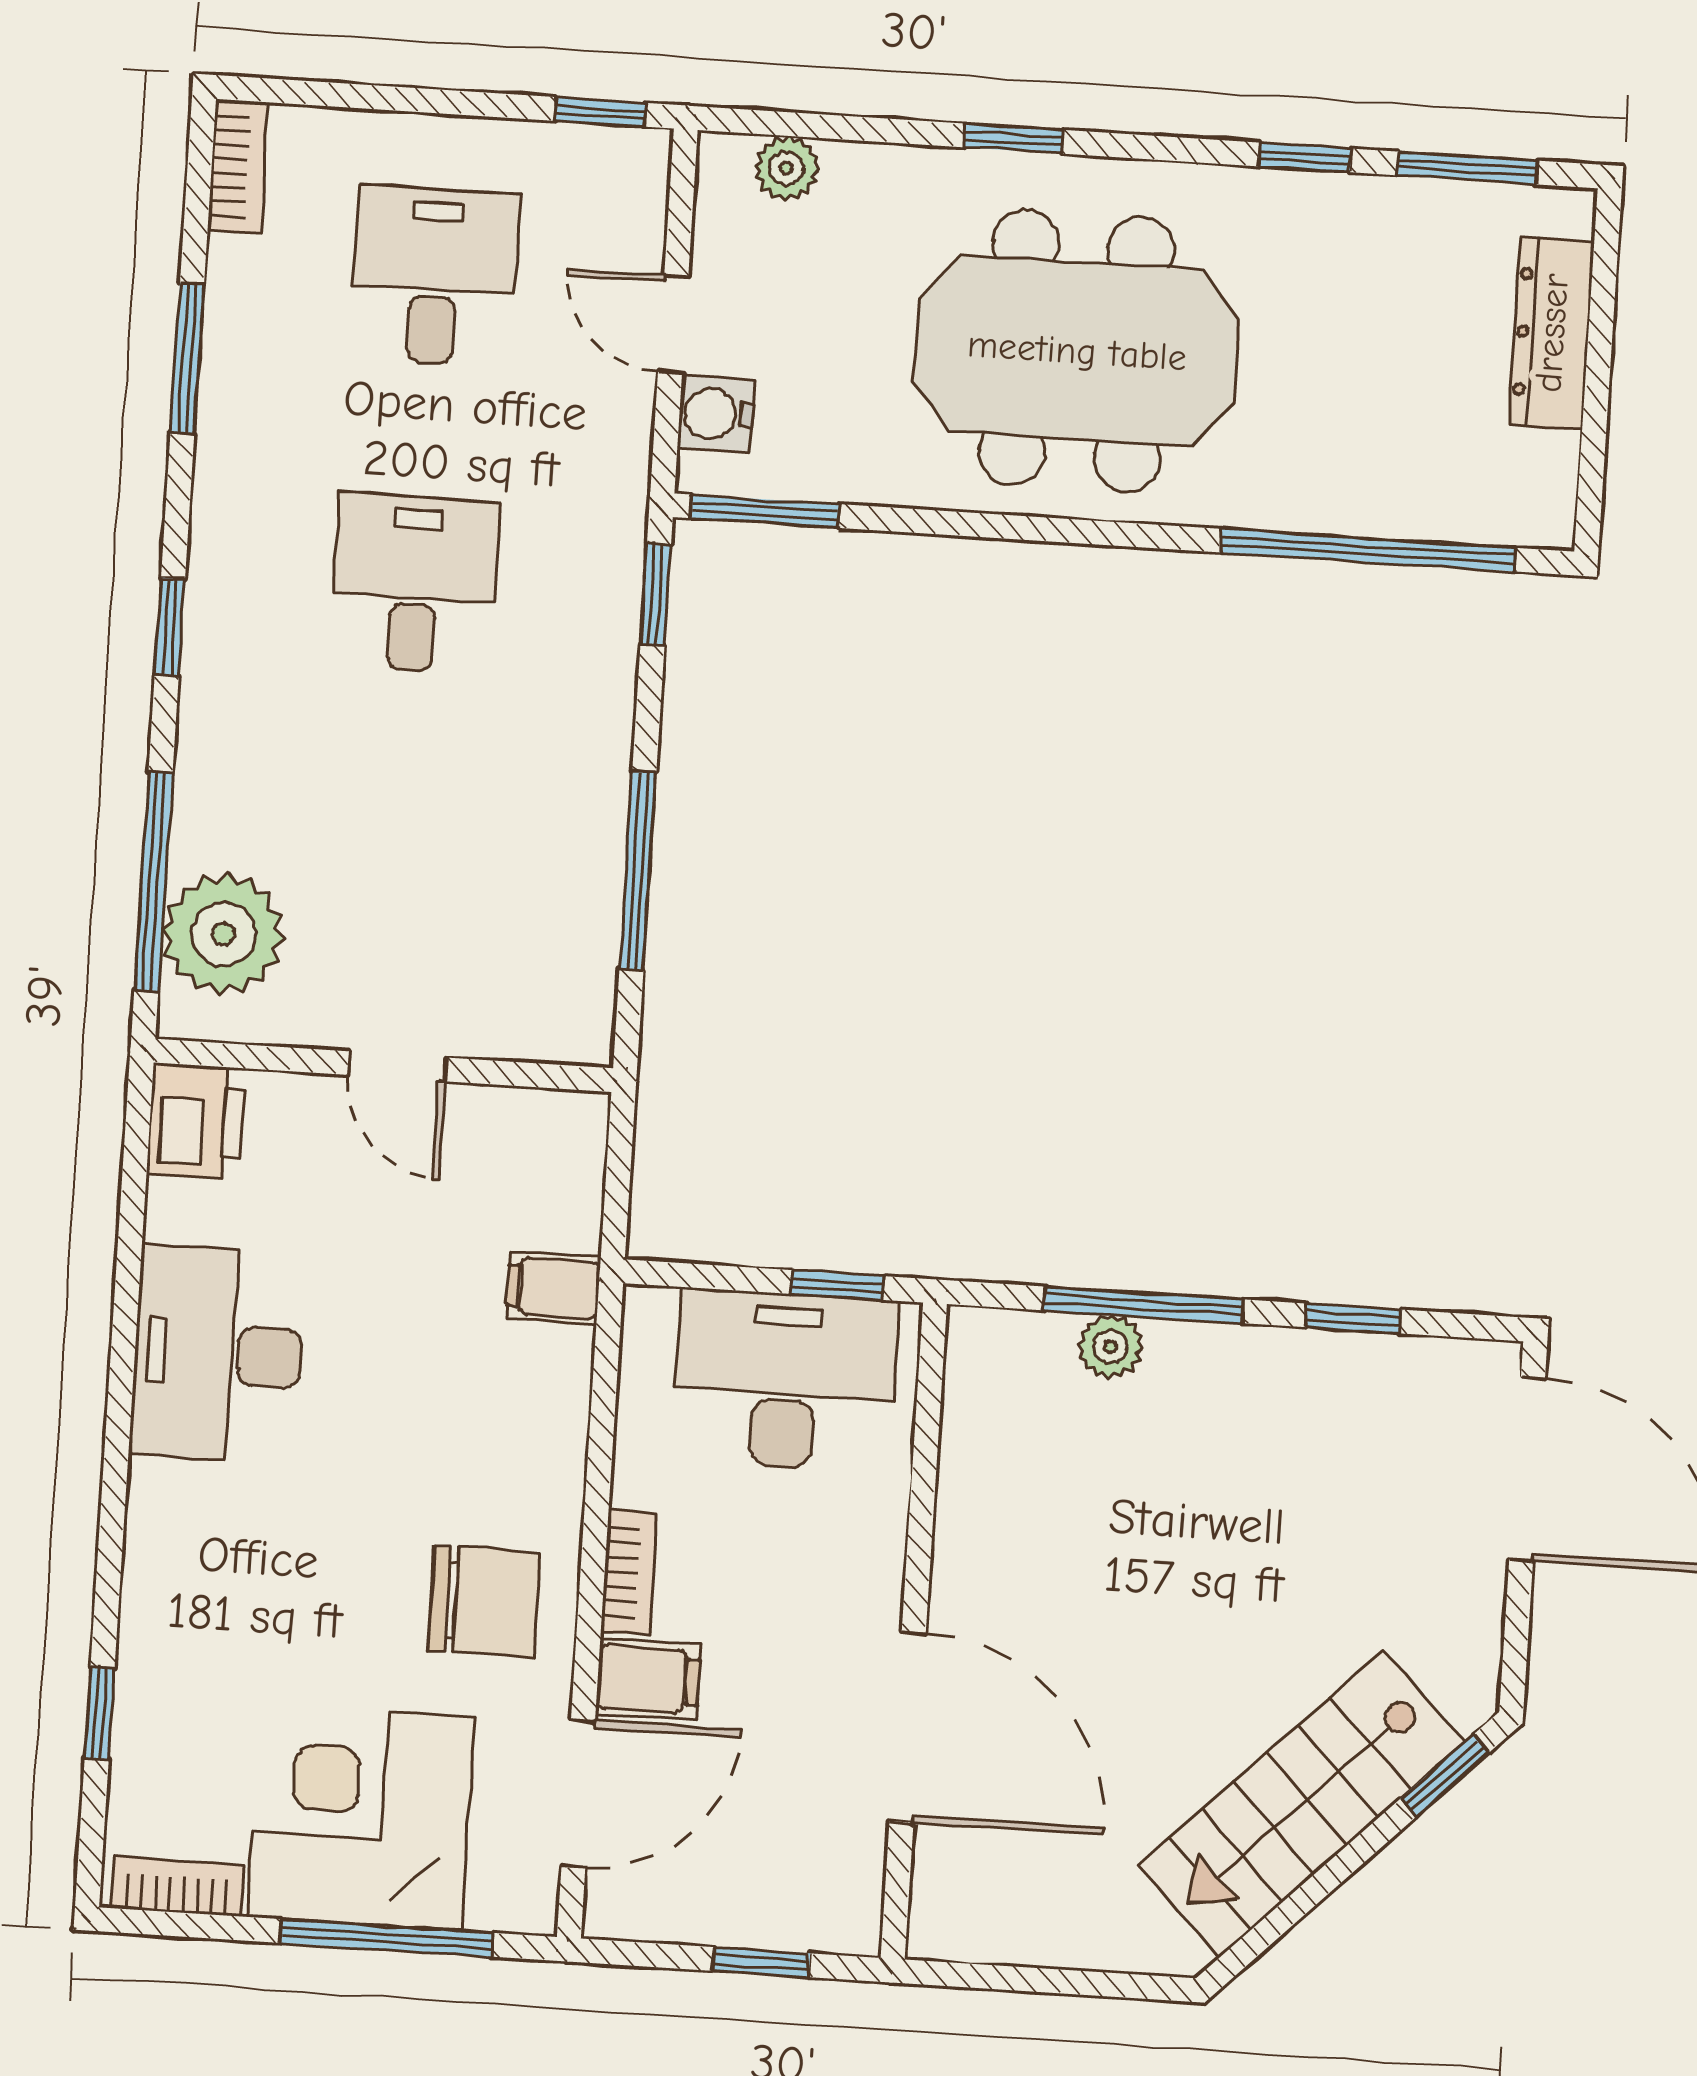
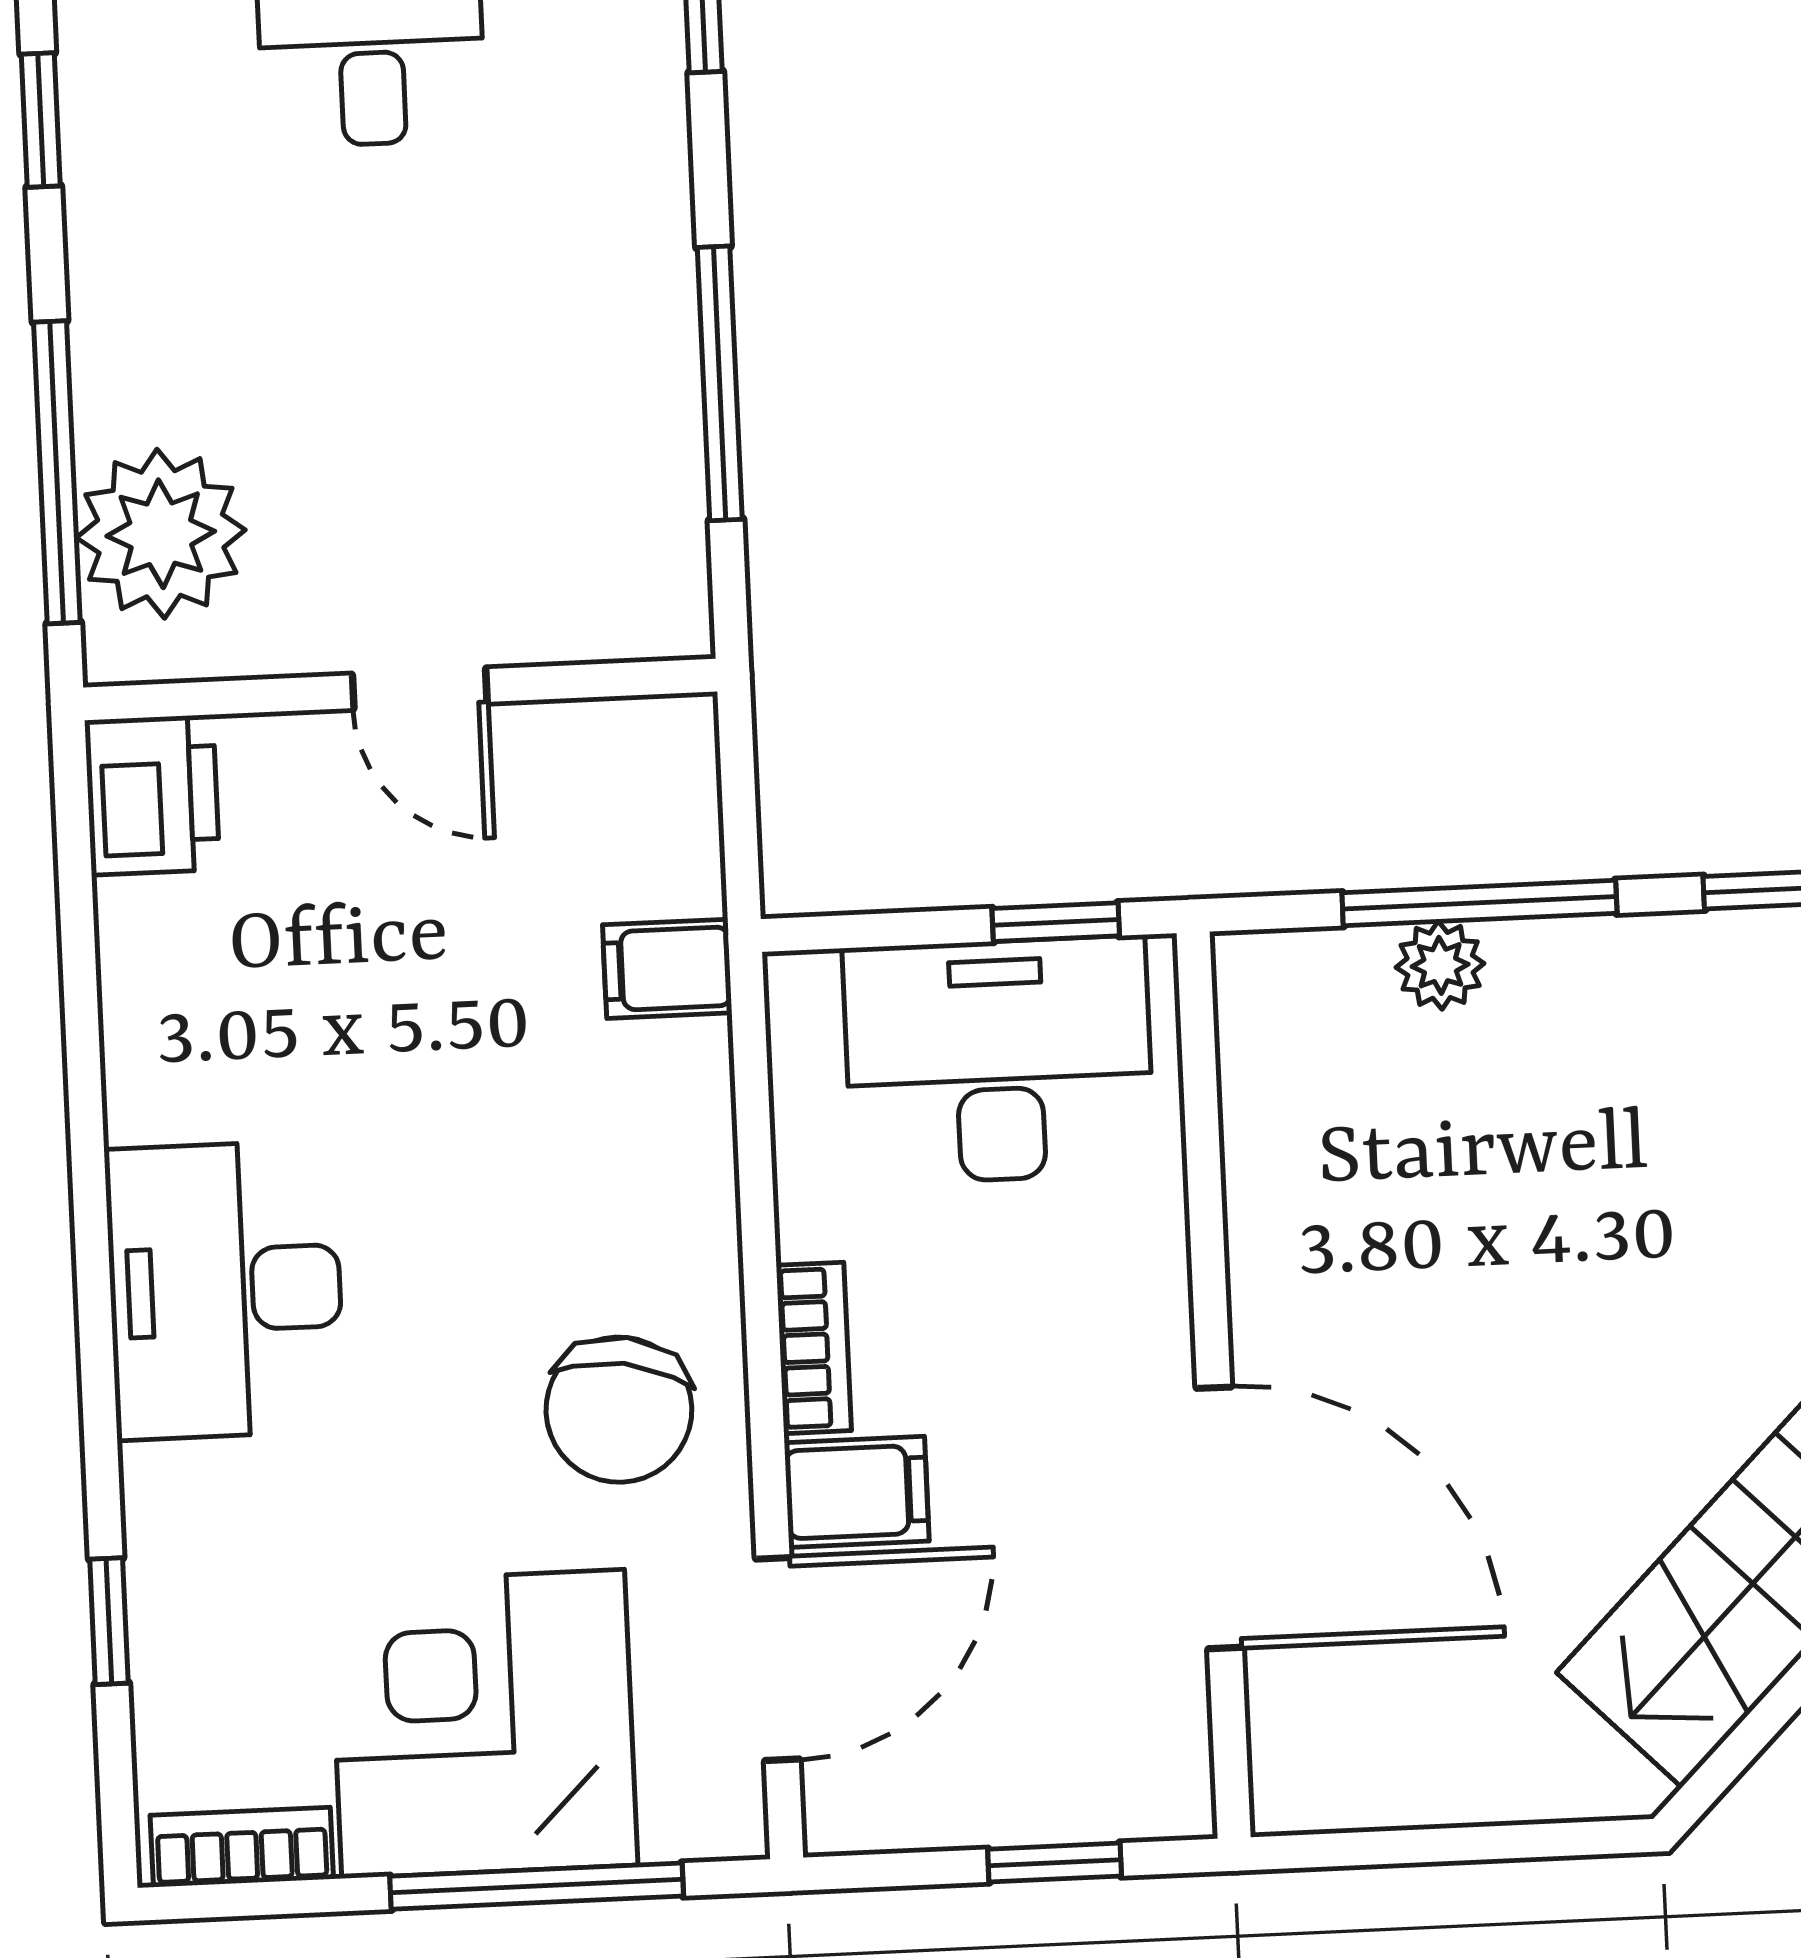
desk: (218, 1354) -> (225, 1290), moved
chair: (484, 1601) -> (619, 1410), turned 99

